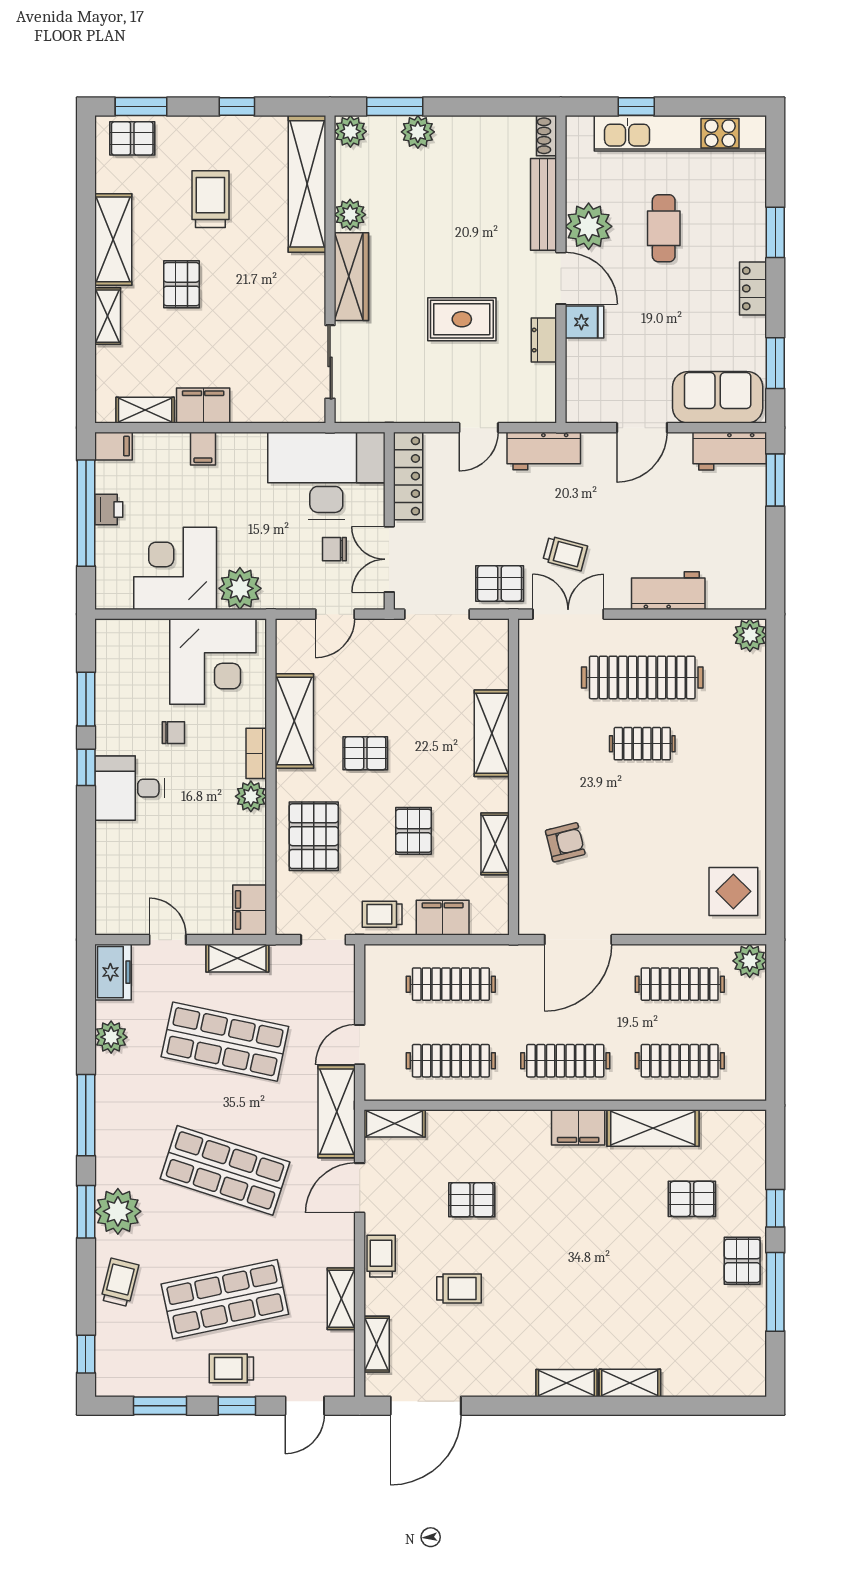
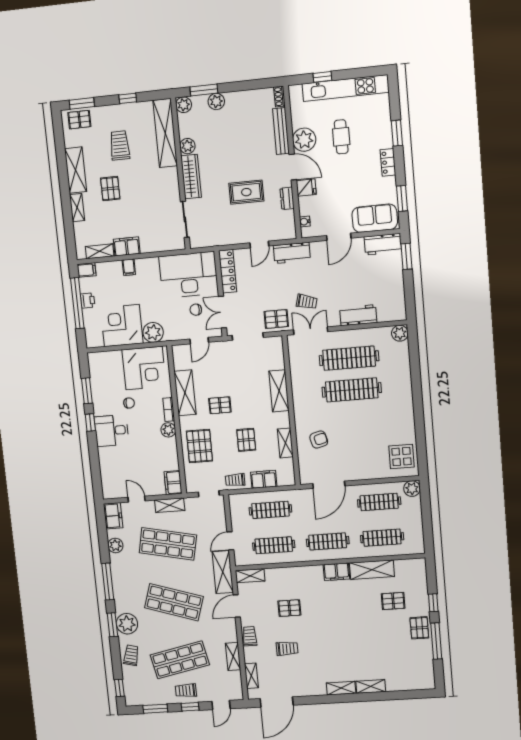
water cooler: (576, 390) -> (305, 222), added
clothes rail: (642, 744) -> (352, 390), width x1.86, depth x1.31

